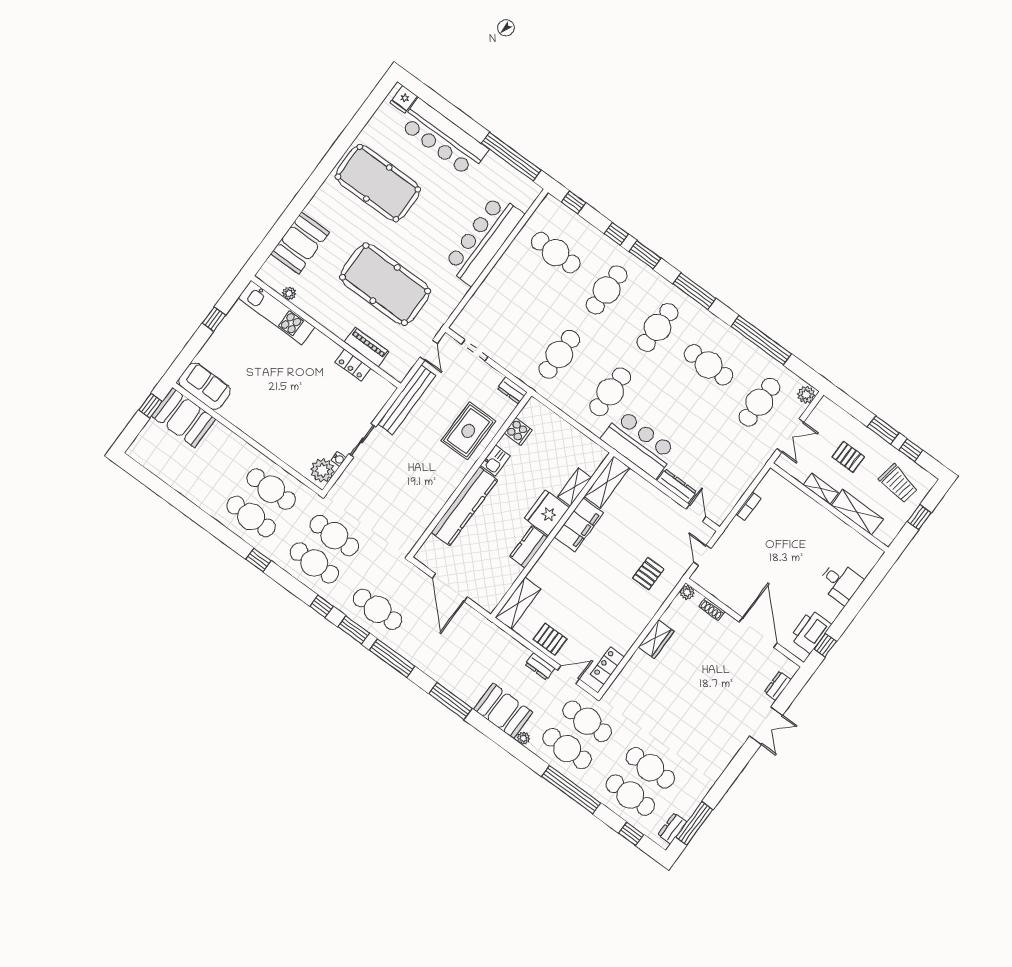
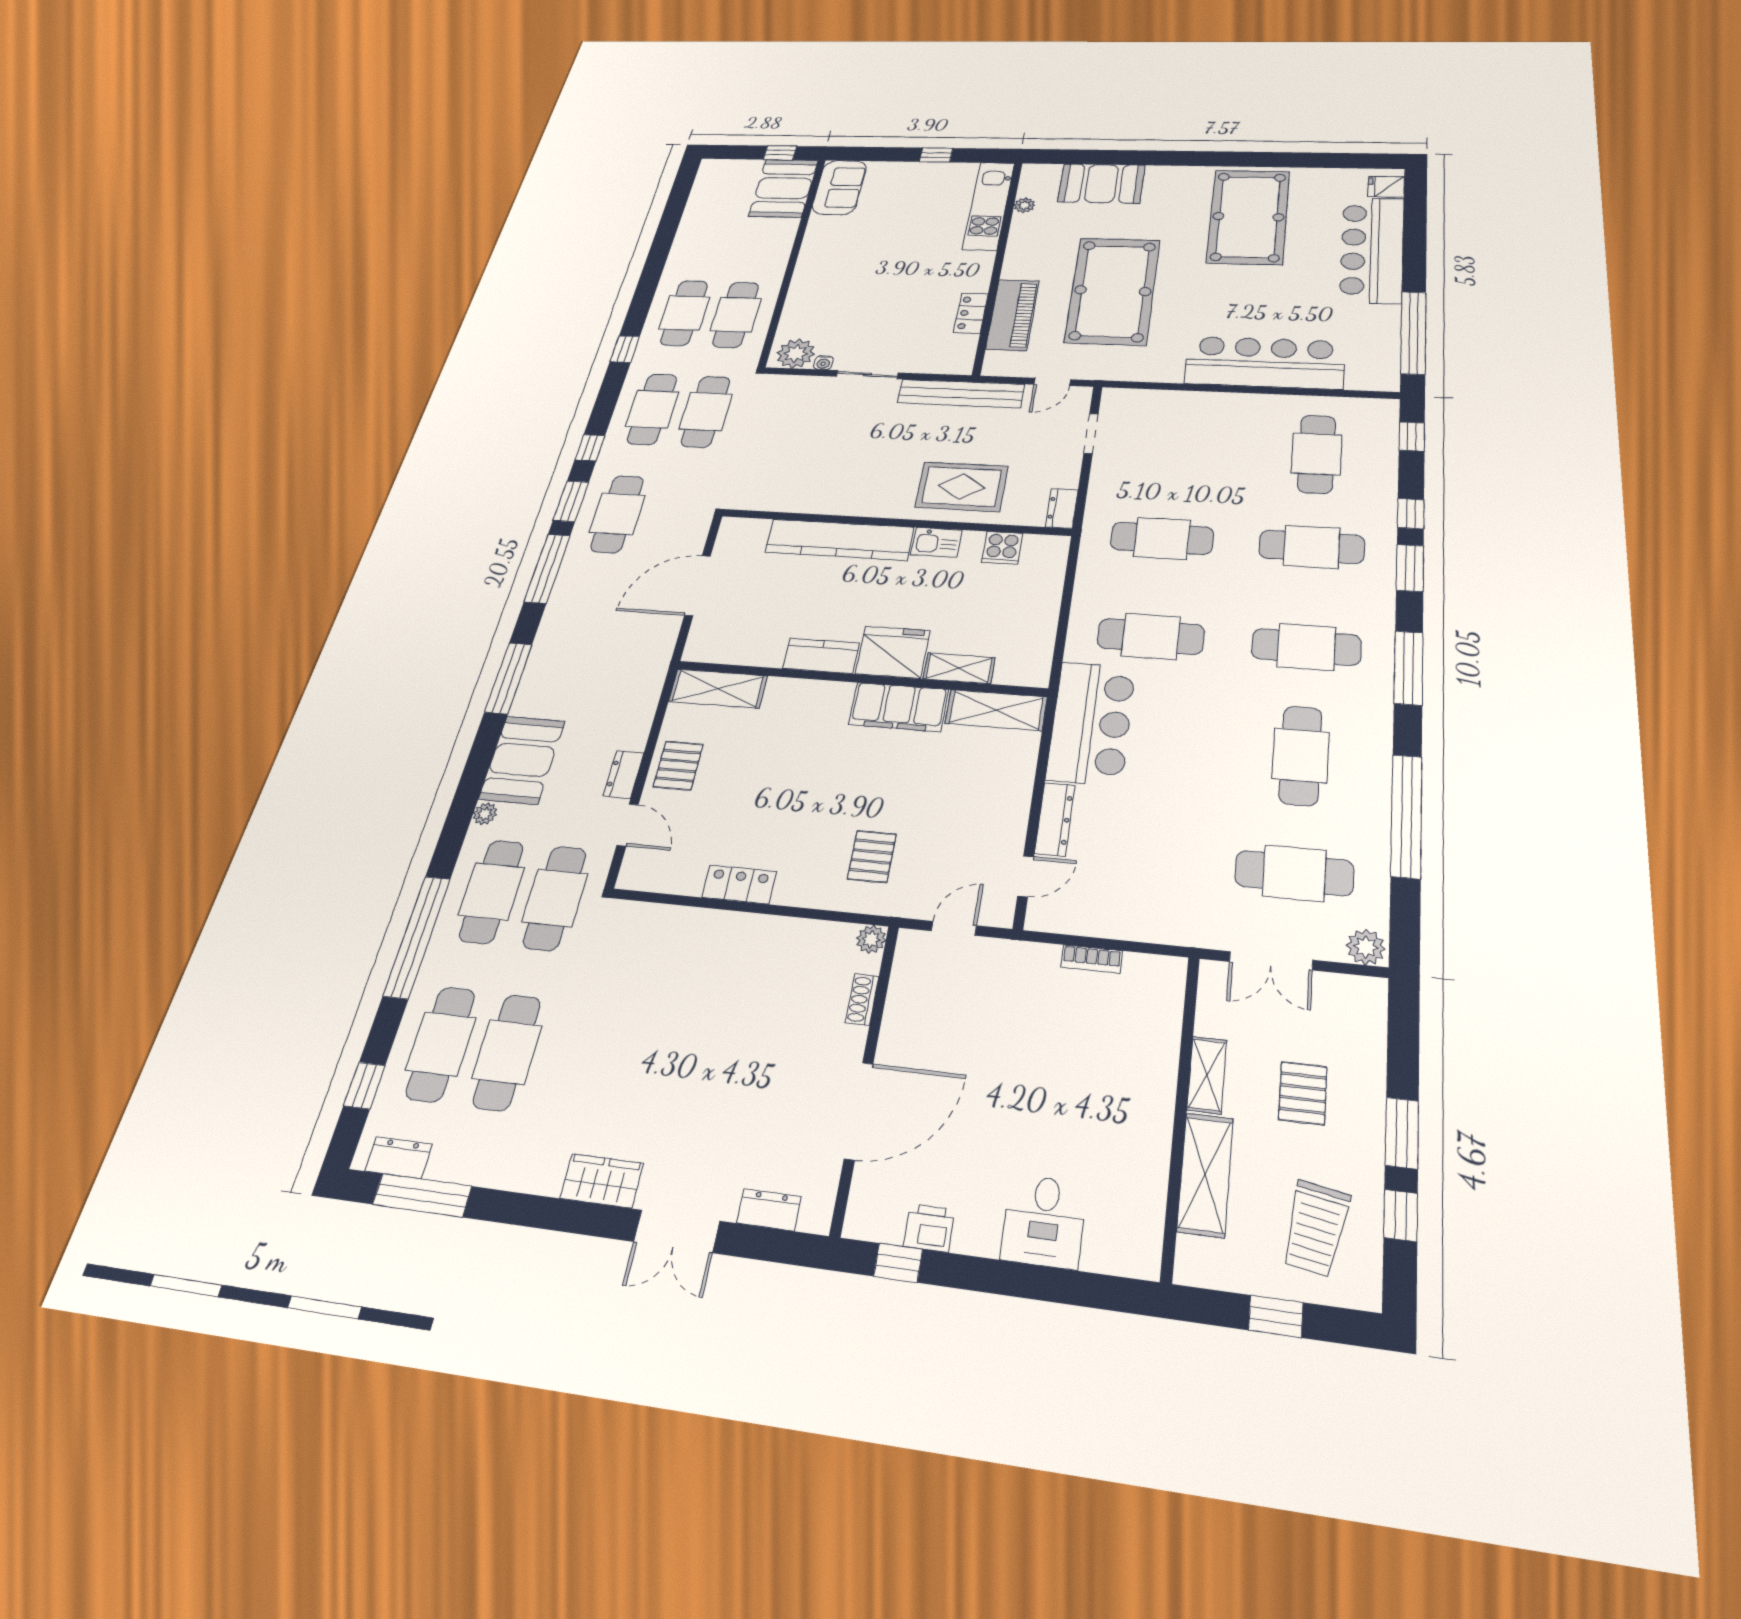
piano: (367, 347) -> (1013, 315), width x1.37, depth x1.33
pallet: (648, 574) -> (872, 856), turned 90
printer: (810, 632) -> (929, 1228), width x0.53, depth x0.68
wardrobe: (656, 639) -> (602, 1181), moved, turned 180
locker: (607, 665) -> (739, 884), moved

